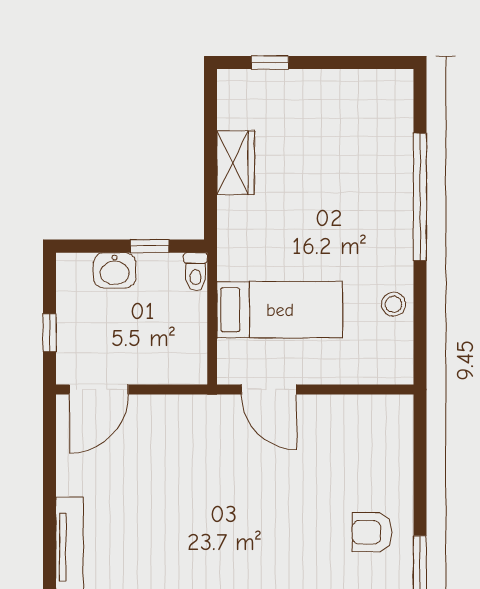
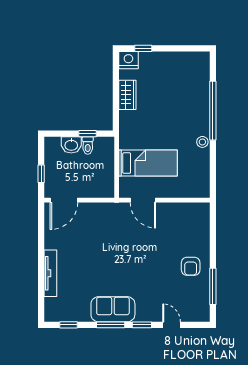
nightstand: (238, 88) -> (128, 60), added
toilet: (196, 272) -> (88, 146), moved
stool: (393, 304) -> (202, 142), moved
armchair: (372, 532) -> (191, 266), turned -90

